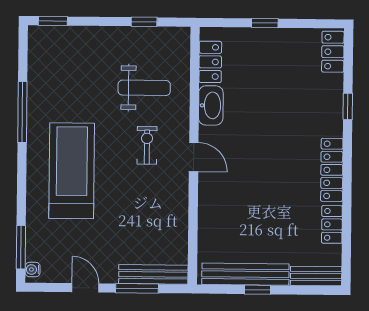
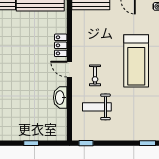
window: (144, 22) -> (86, 143), moved
locker: (210, 62) -> (61, 45), moved

